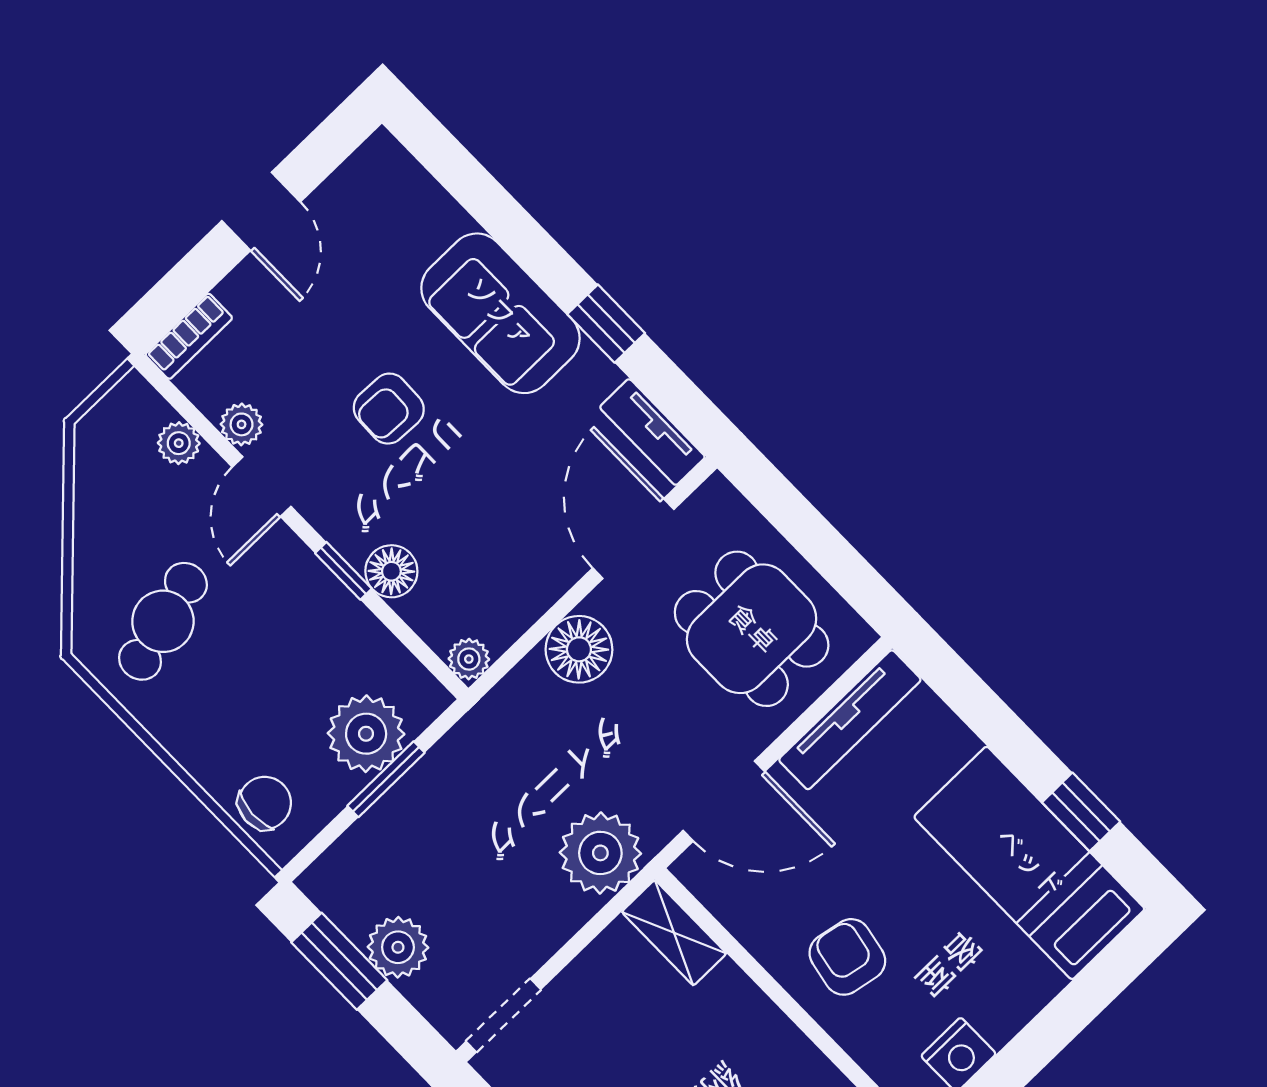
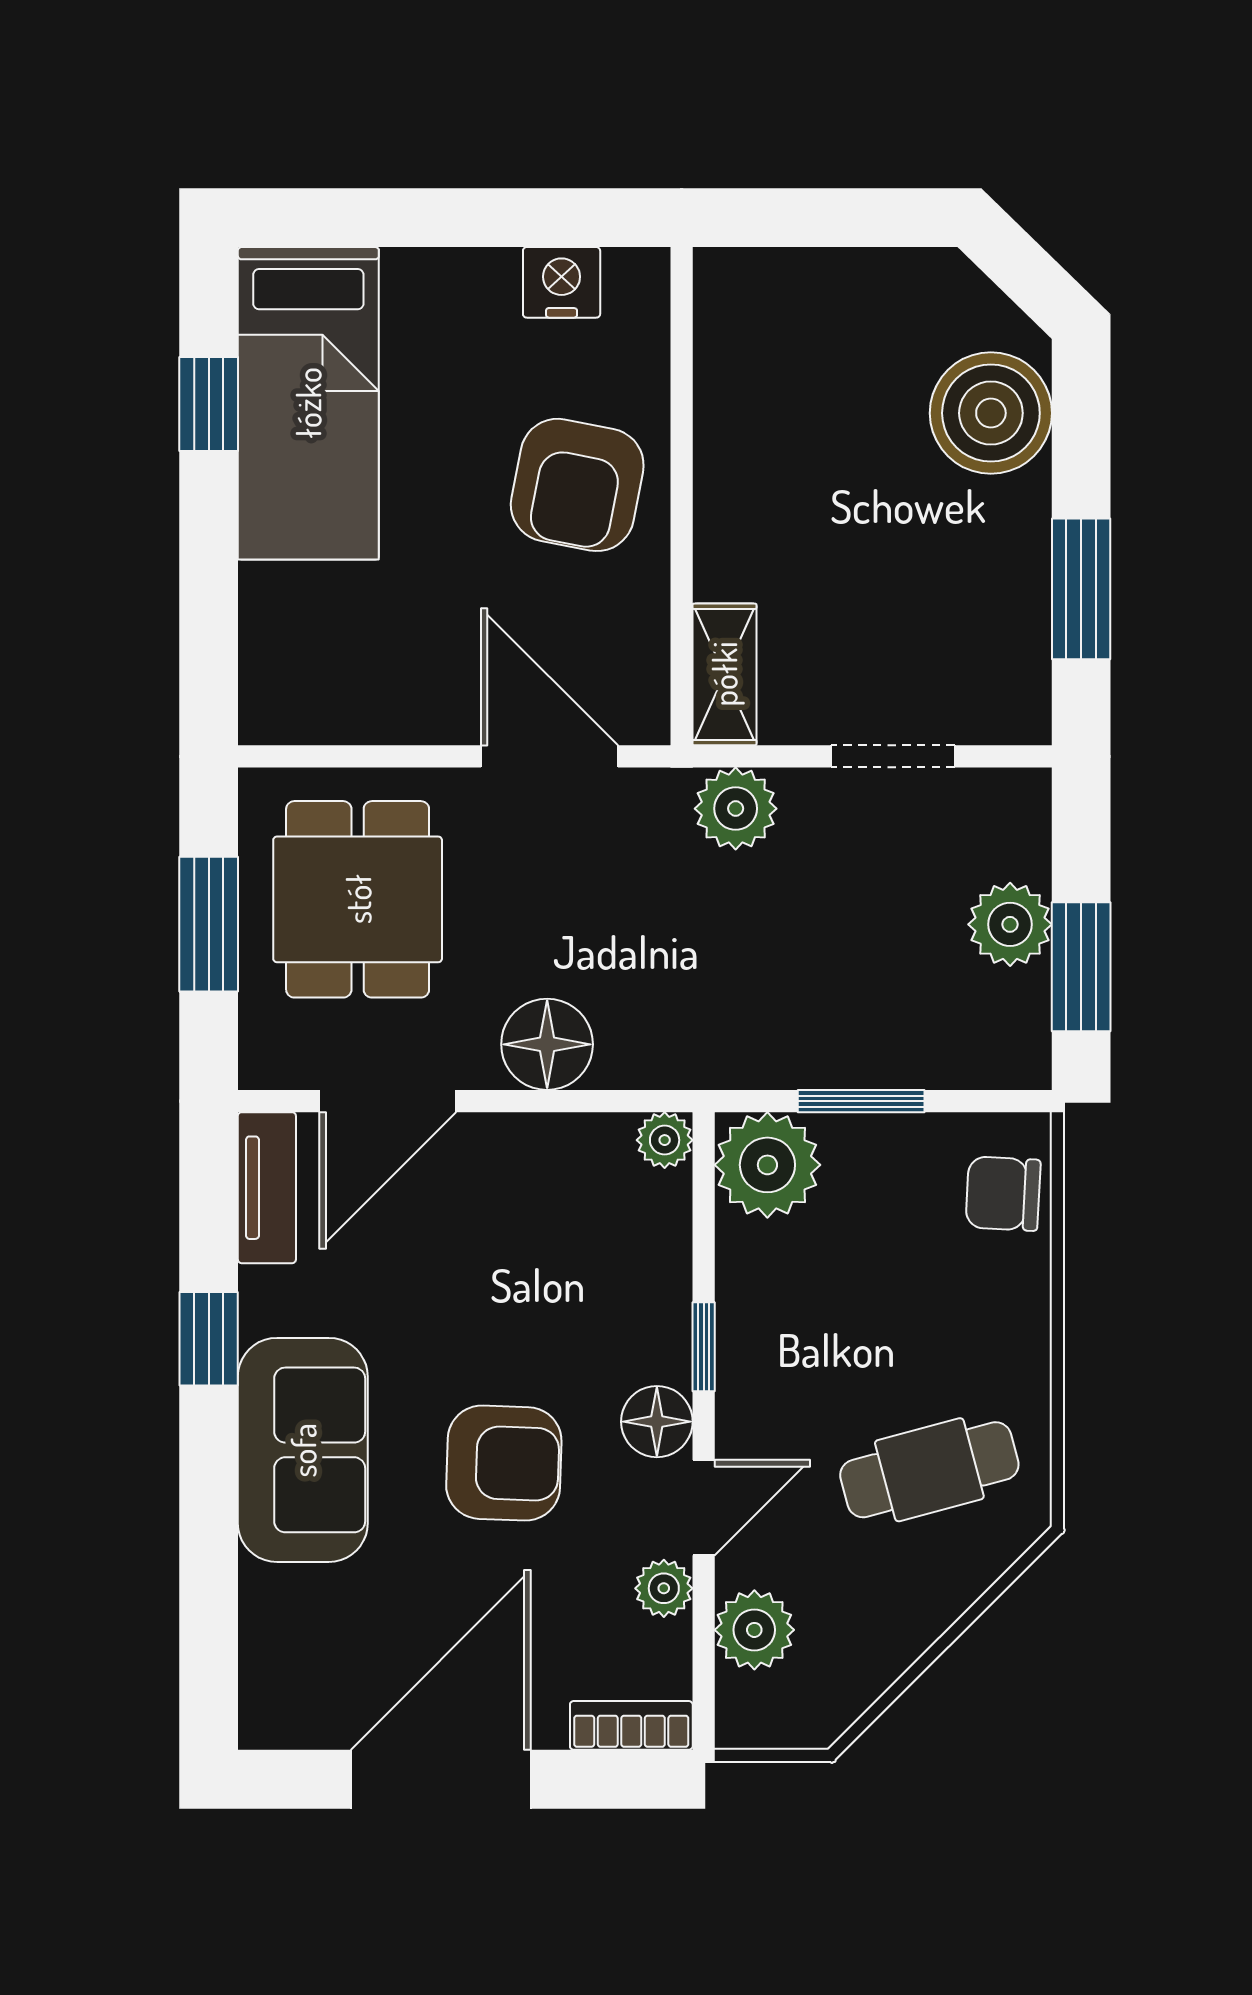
door: (261, 211) -> (441, 1779), width x1.88
armchair: (389, 409) -> (504, 1463), width x1.38, depth x1.38
plant: (179, 443) -> (754, 1630), width x1.38, depth x1.38
window: (817, 540) -> (209, 924), added
floor lamp: (391, 571) -> (657, 1422), moved
tv unit: (850, 720) -> (348, 716), removed
plant: (366, 734) -> (767, 1165), moved
plant: (600, 853) -> (736, 809), width x0.73, depth x0.73
armchair: (847, 957) -> (577, 485), width x1.38, depth x1.38
doorway: (503, 1015) -> (893, 756), moved

